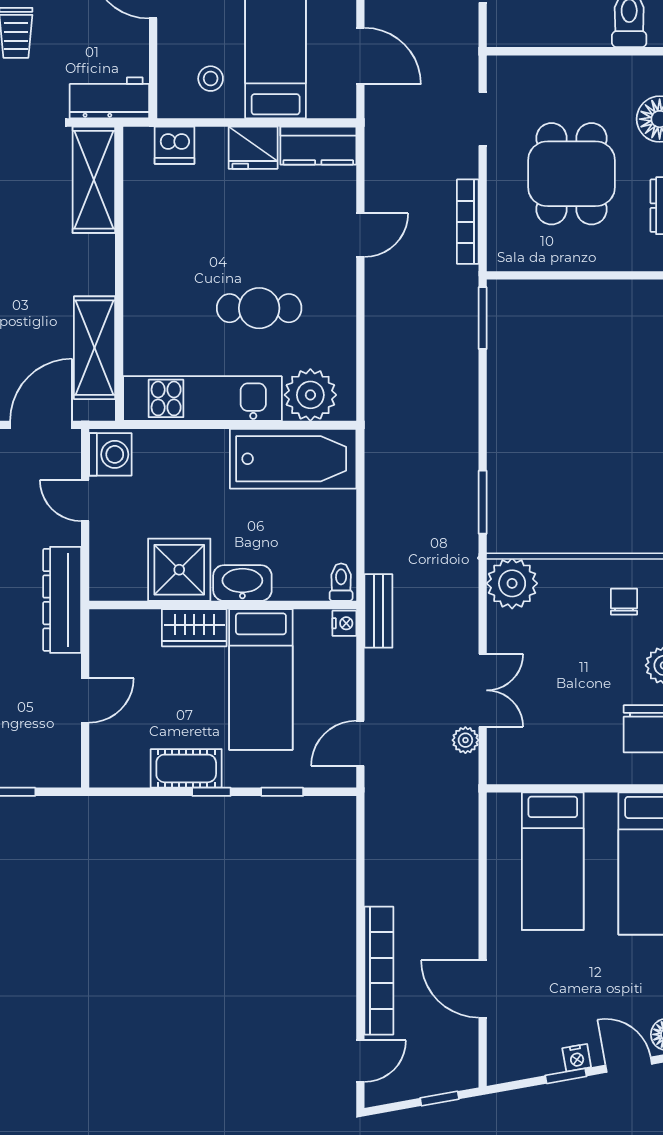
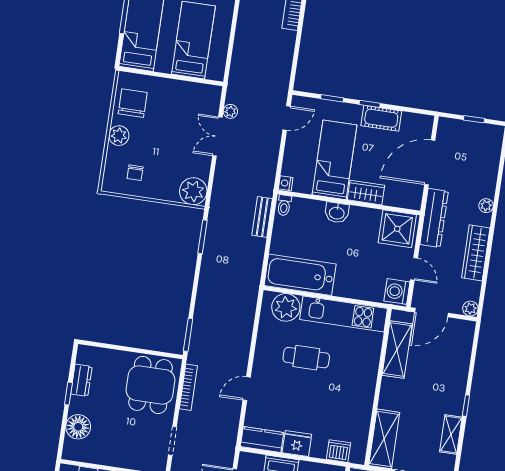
dining table: (571, 174) -> (151, 385), moved
shower: (179, 570) -> (397, 229), moved
washbasin: (242, 583) -> (337, 213), width x0.72
bench: (378, 611) -> (262, 217), moved
door: (85, 700) -> (430, 162), width x1.87

